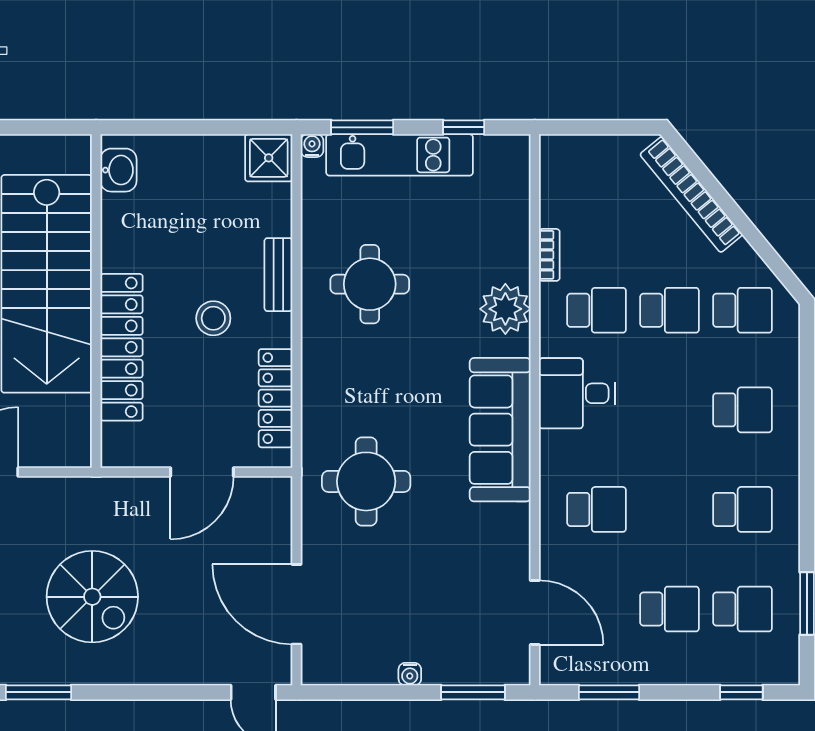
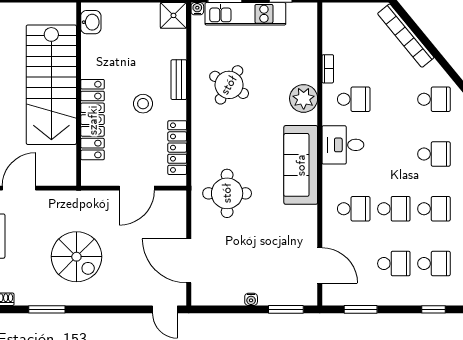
round table: (370, 284) -> (229, 85), turned 31
school desk: (669, 310) -> (394, 209), moved

